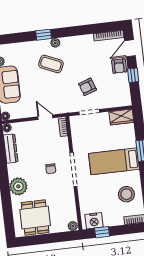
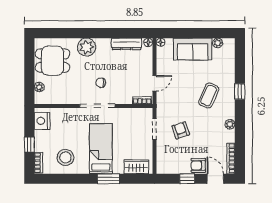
plant: (55, 43) -> (230, 124), moved
wardrobe: (121, 117) -> (136, 167), moved, turned 90
plant: (73, 226) -> (39, 87), moved
window: (102, 232) -> (29, 144), moved

